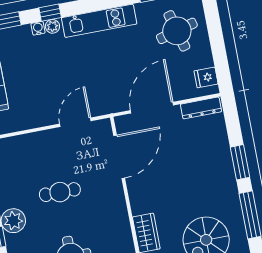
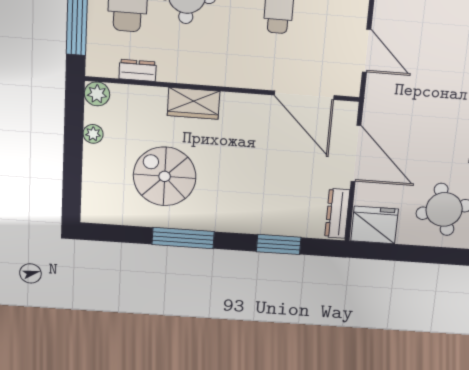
fridge: (206, 77) -> (375, 225), width x1.88, depth x1.34
window: (240, 162) -> (279, 245), moved

